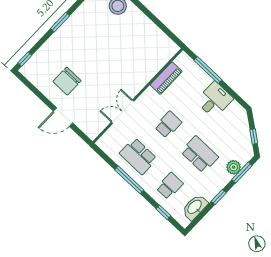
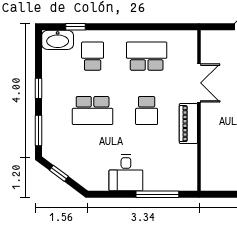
piano: (166, 78) -> (188, 124), moved
plant: (234, 167) -> (51, 128), removed
window: (129, 180) -> (134, 27), removed
school desk: (170, 186) -> (93, 56), turned 180
washbasin: (195, 207) -> (58, 40), moved, turned 90

